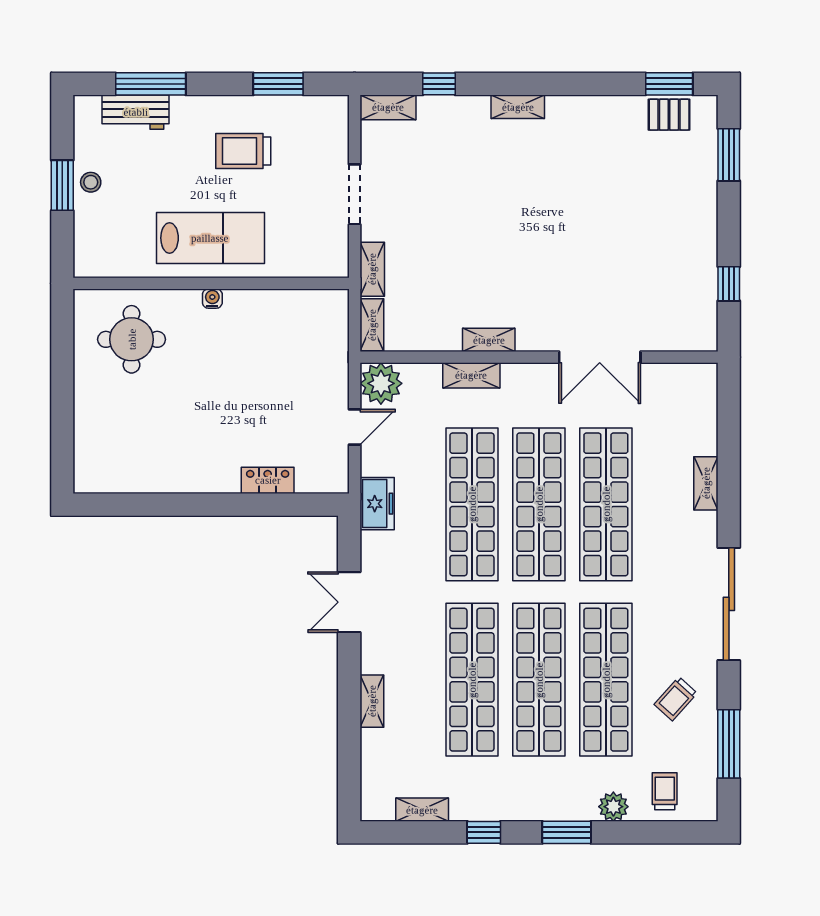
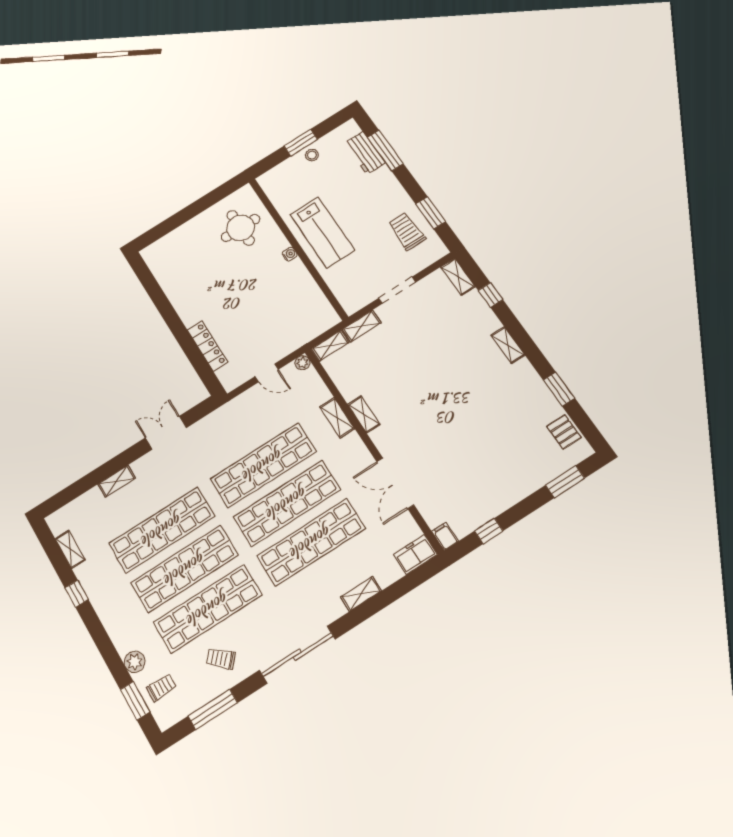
window: (669, 84) -> (559, 389), moved
trolley: (243, 151) -> (407, 231), moved
filing cabinet: (702, 340) -> (445, 536), added
plant: (381, 383) -> (302, 363), width x0.53, depth x0.53
locker: (268, 480) -> (207, 346), width x1.53
freezer: (377, 504) -> (415, 555), moved, turned 180
window: (567, 832) -> (135, 701), moved

